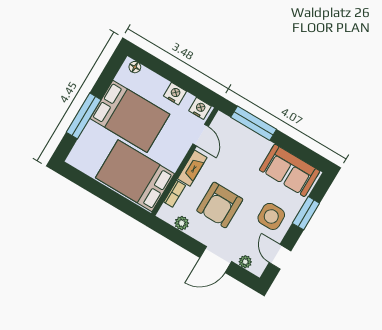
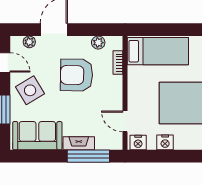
fireplace: (192, 168) -> (79, 143), moved, turned 90
bed: (135, 176) -> (158, 51), width x0.67
armchair: (220, 205) -> (77, 75), turned -89
side table: (271, 216) -> (30, 90), turned -31

